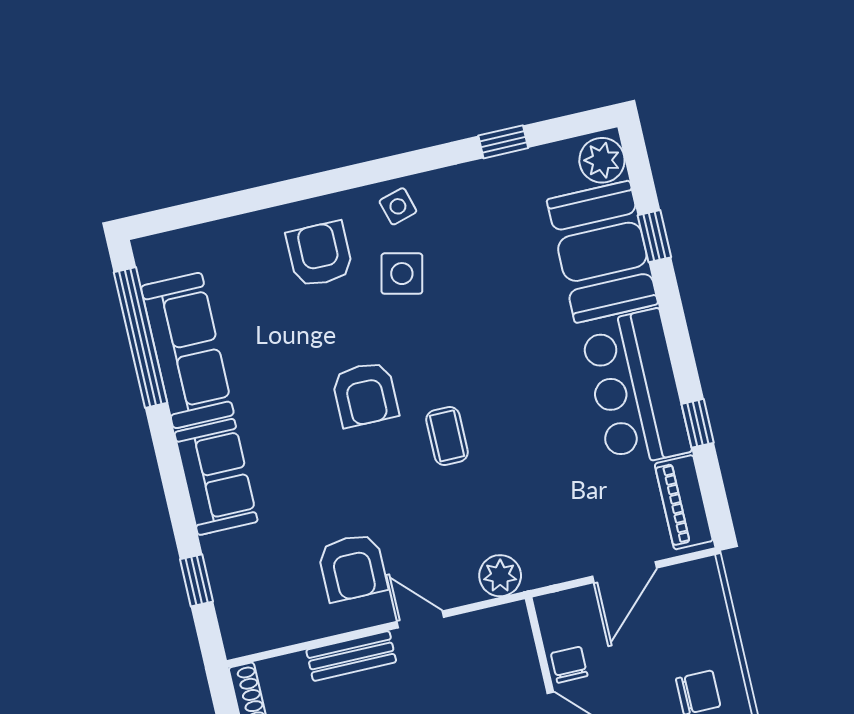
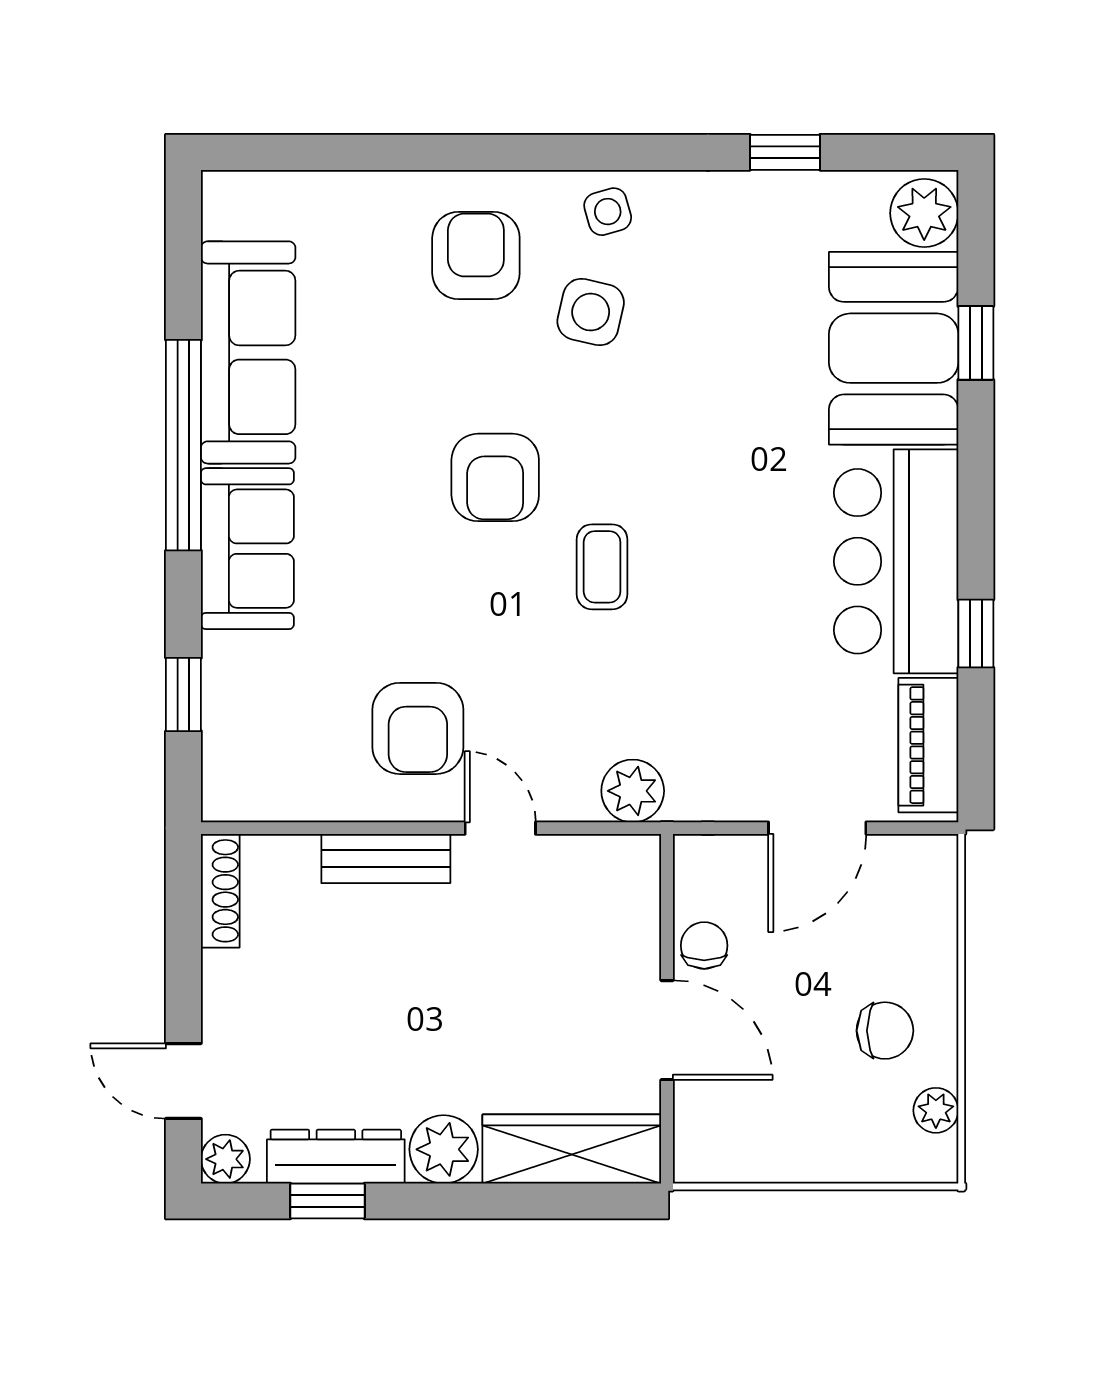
window: (140, 337) -> (183, 445), moved

